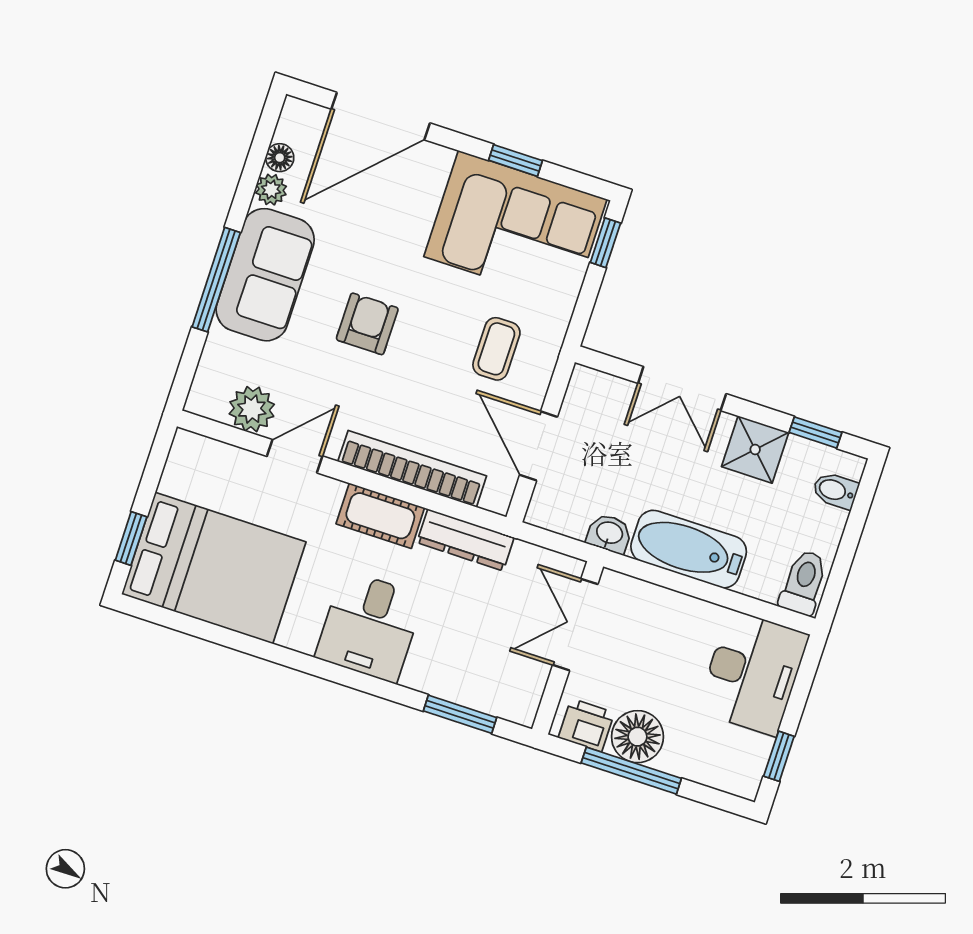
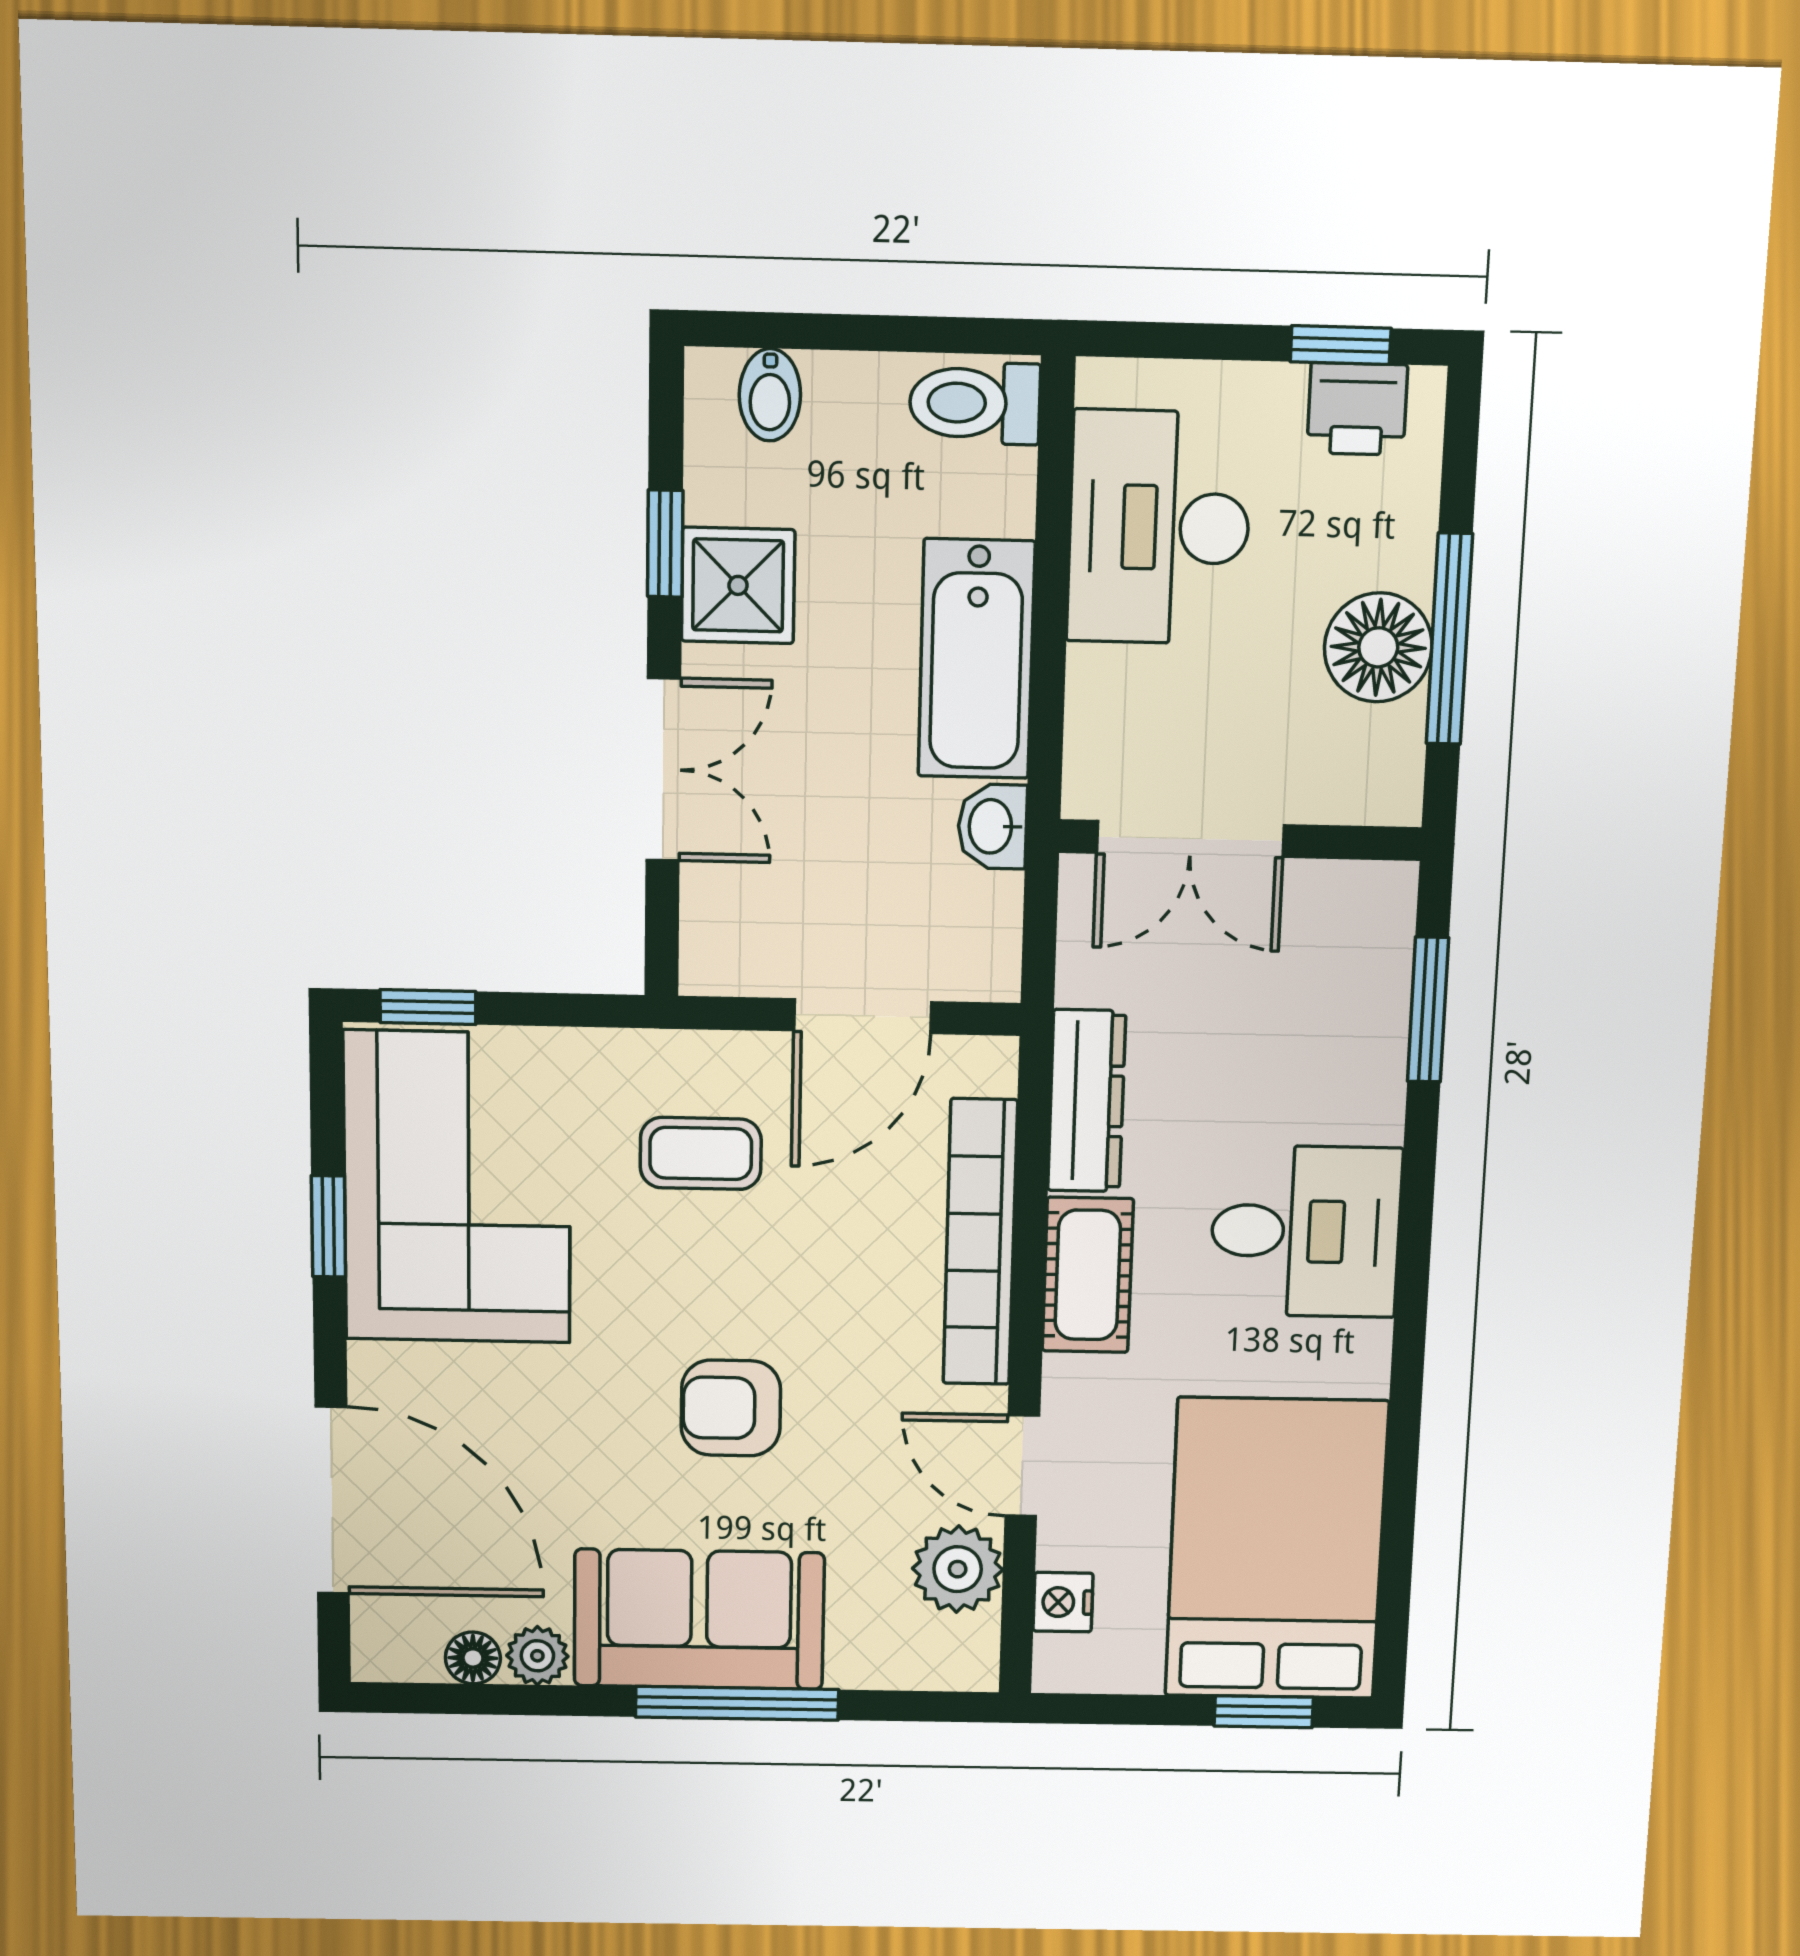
window: (815, 432) -> (665, 544), moved
nightstand: (219, 456) -> (1063, 1602), added
desk: (753, 673) -> (1159, 527), moved, turned -90
printer: (586, 725) -> (1357, 409), moved, turned -90

